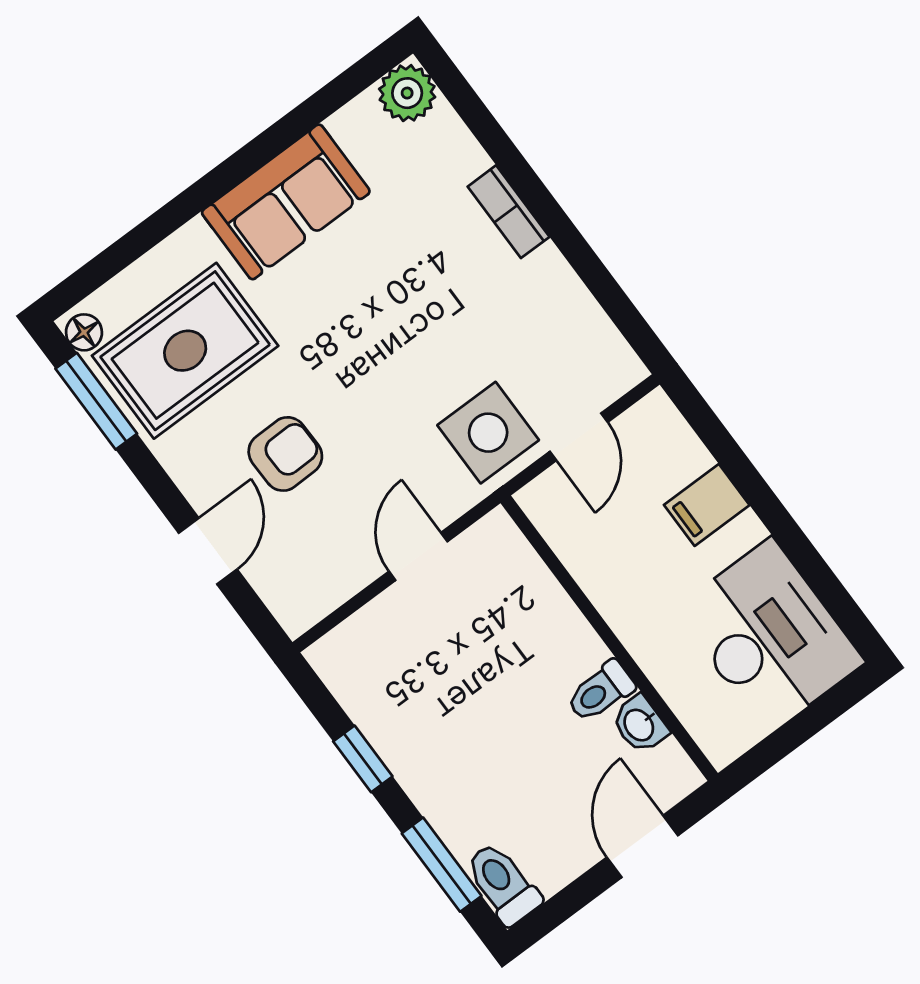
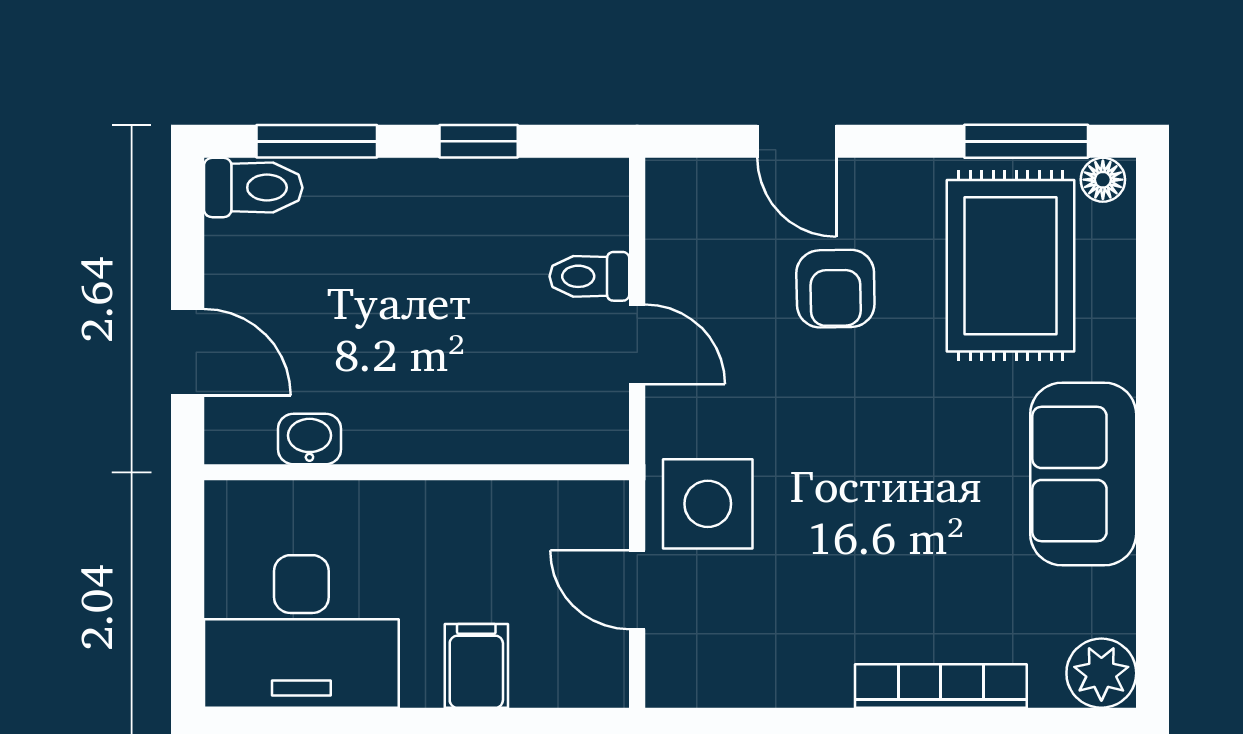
bookcase: (509, 212) -> (941, 686), width x1.56
toilet: (600, 691) -> (589, 276), moved, turned -90

